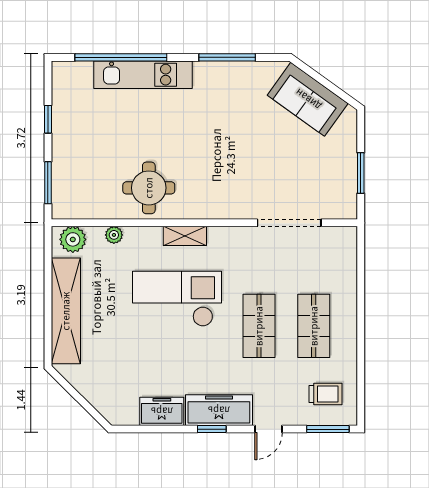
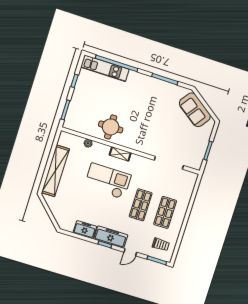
kitchen unit: (143, 75) -> (105, 68), moved
plant: (73, 239) -> (69, 139), removed

